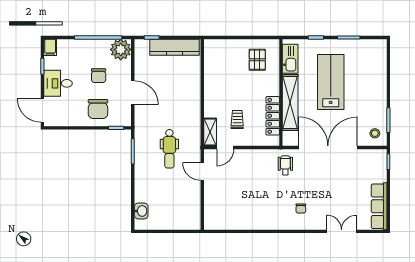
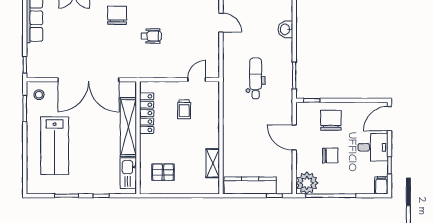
pallet: (257, 60) -> (163, 172), turned 90
chair: (99, 76) -> (330, 155), turned 90
lab bench: (331, 82) -> (55, 146), moved
door: (42, 111) -> (390, 119), swing flipped
shelving: (210, 132) -> (213, 163), moved
wheelchair: (285, 165) -> (151, 36), moved, turned -90
door: (202, 171) -> (221, 23), moved
chair: (301, 208) -> (117, 15), width x1.87, depth x1.87
washbasin: (141, 211) -> (285, 29), moved

